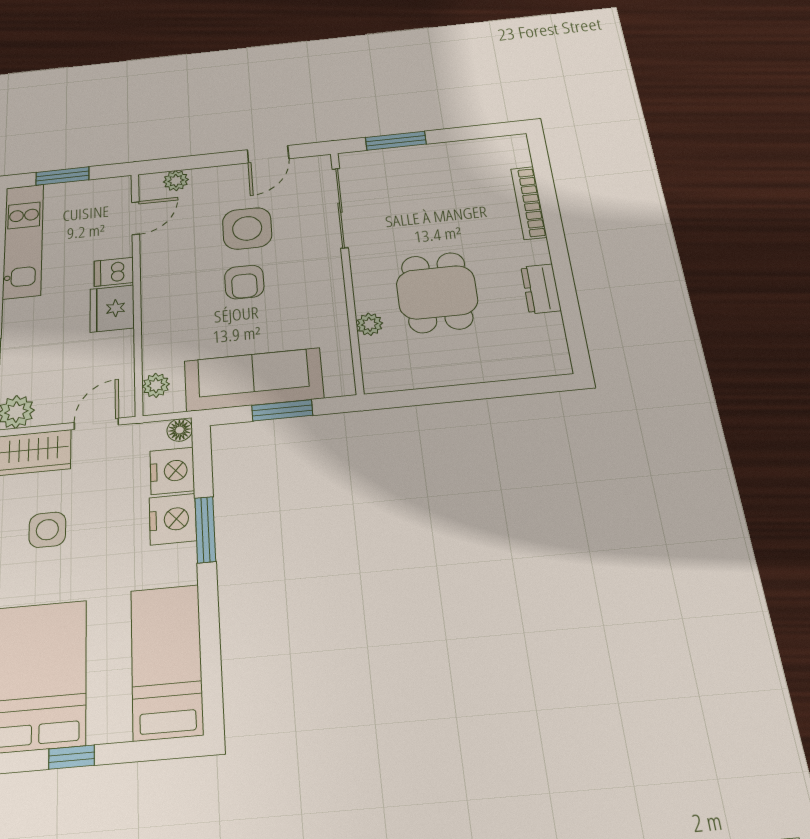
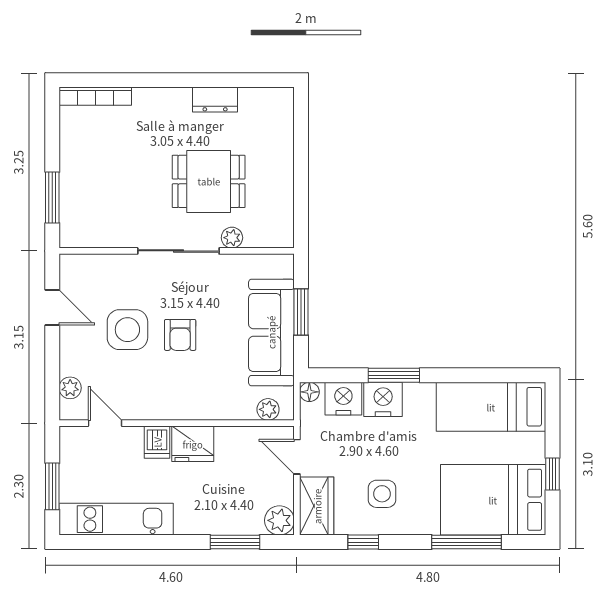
bookcase: (529, 203) -> (95, 96), moved
sliding door: (340, 208) -> (178, 251), moved
armchair: (244, 282) -> (180, 335), turned 90

